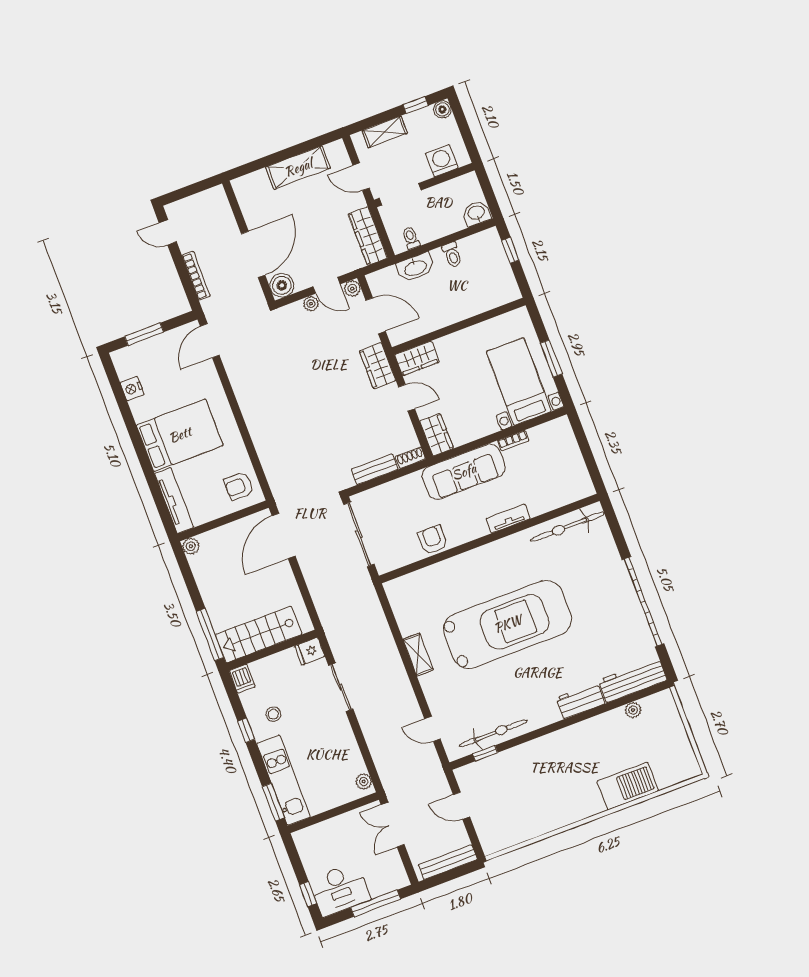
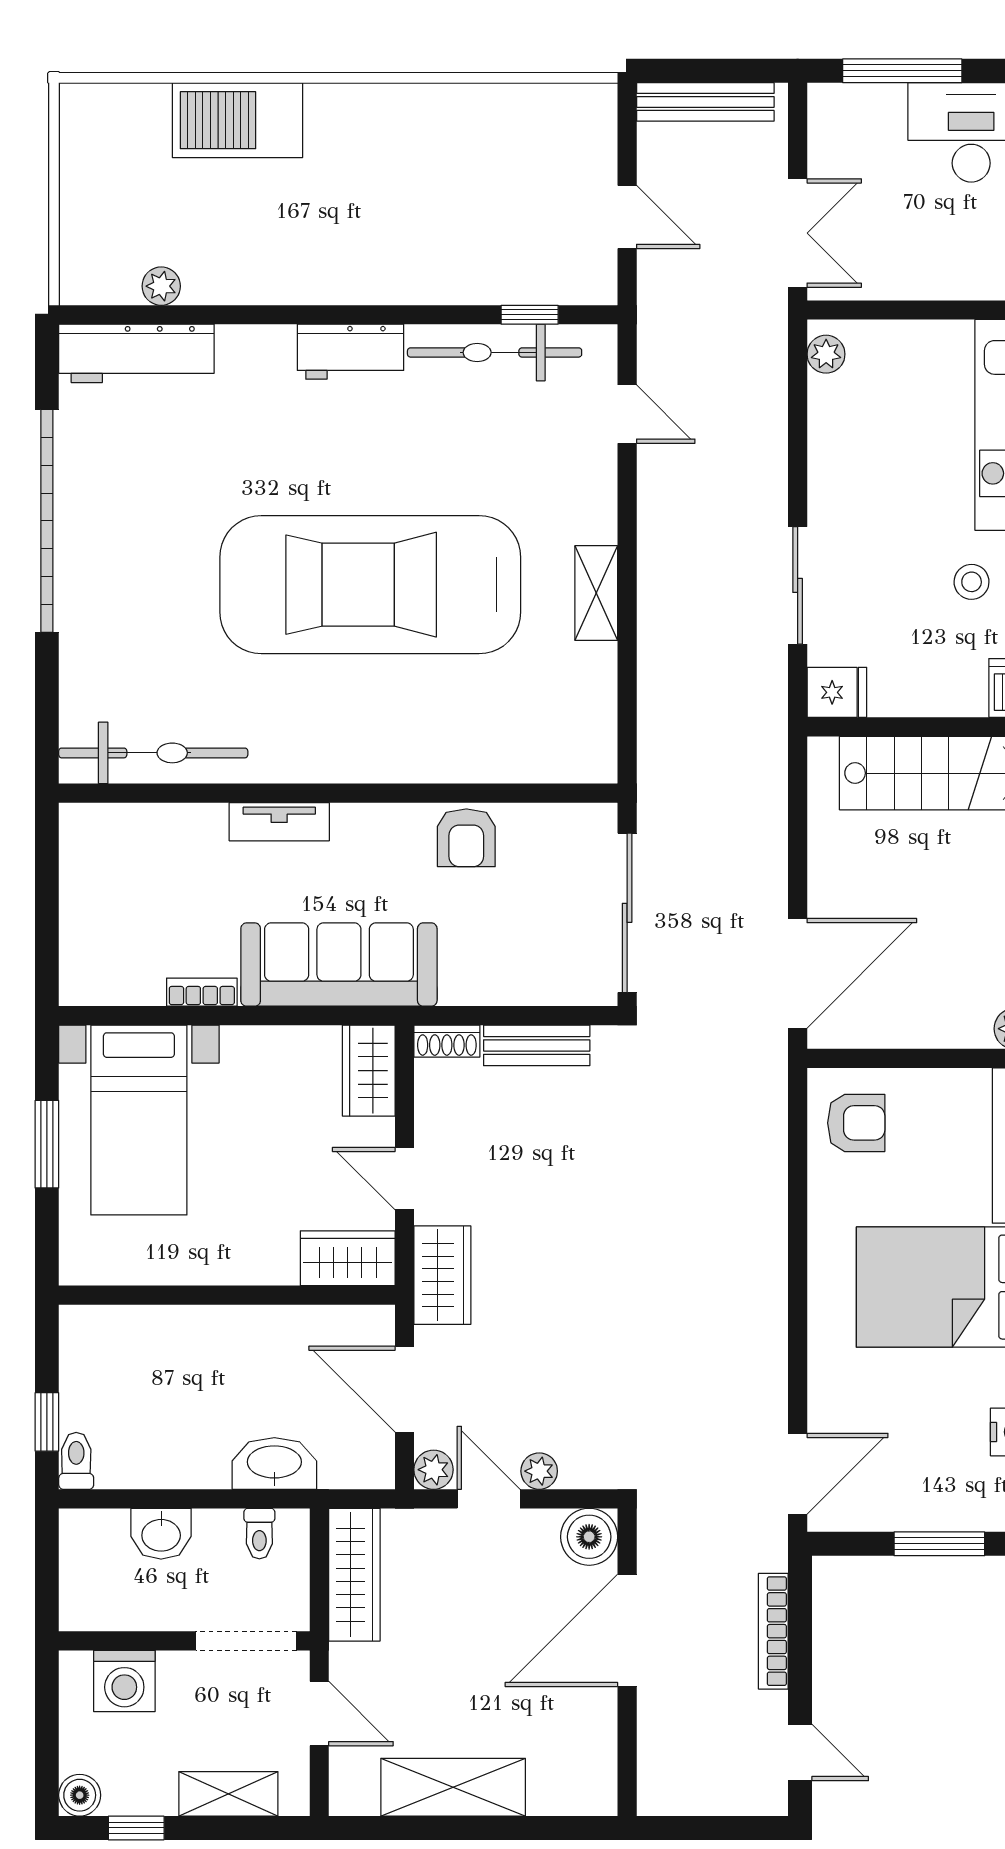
washbasin: (476, 213) -> (161, 1534), moved
toilet: (452, 255) -> (76, 1461), moved
workbench: (580, 701) -> (350, 352), moved

